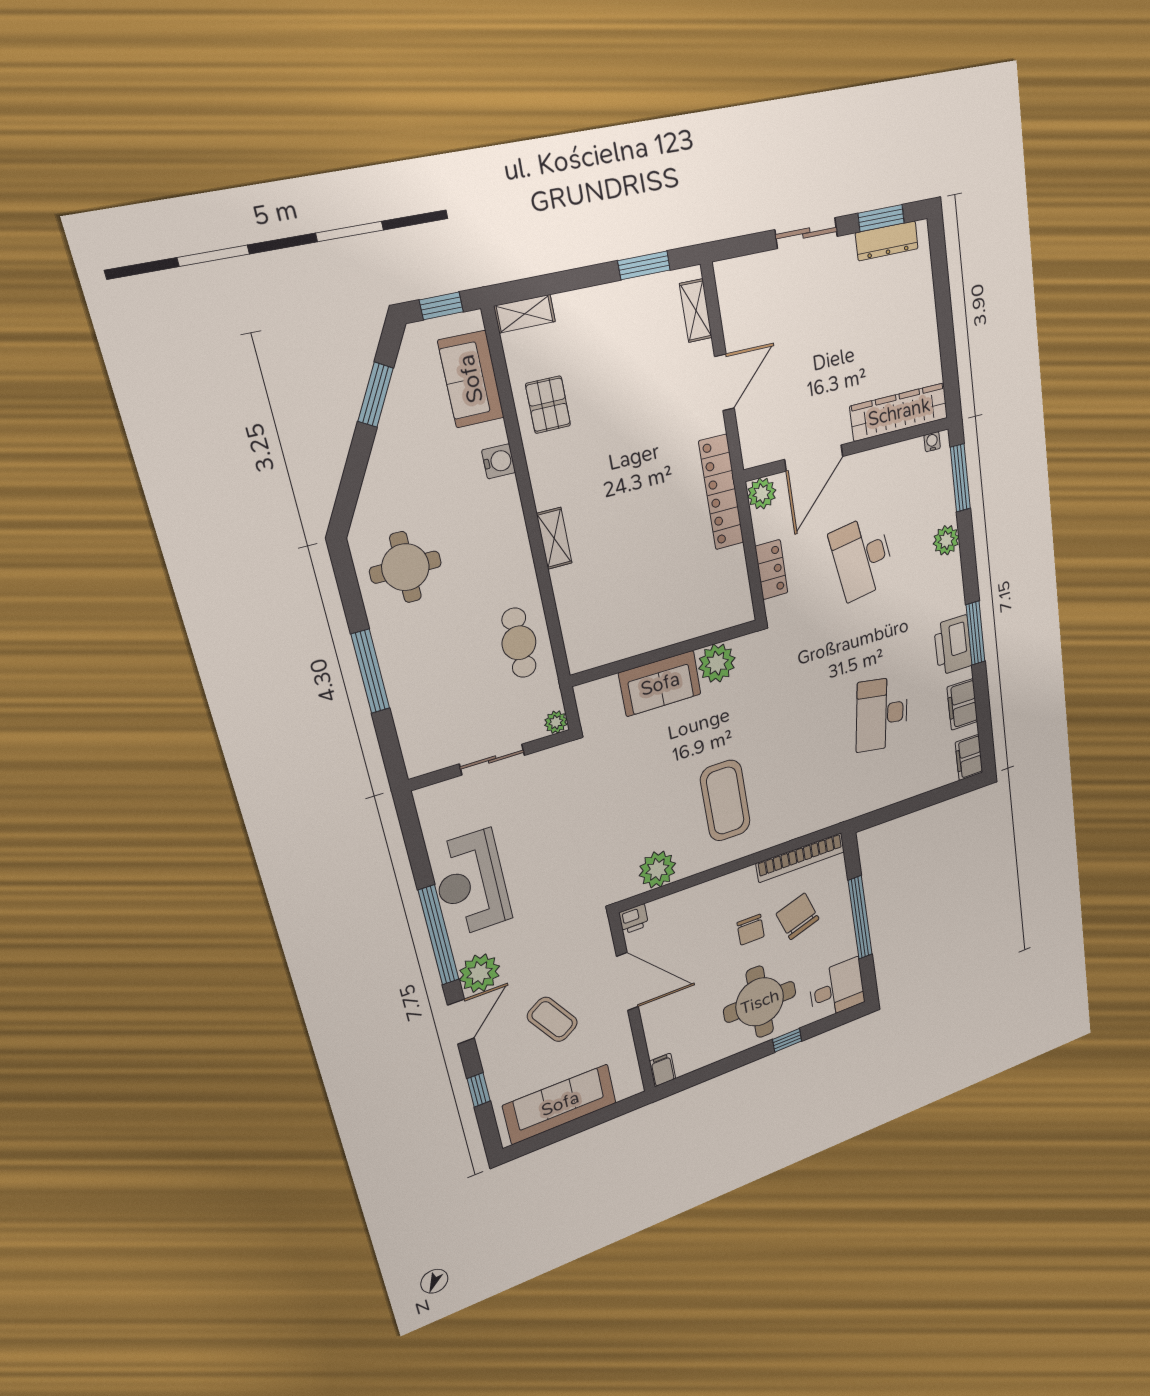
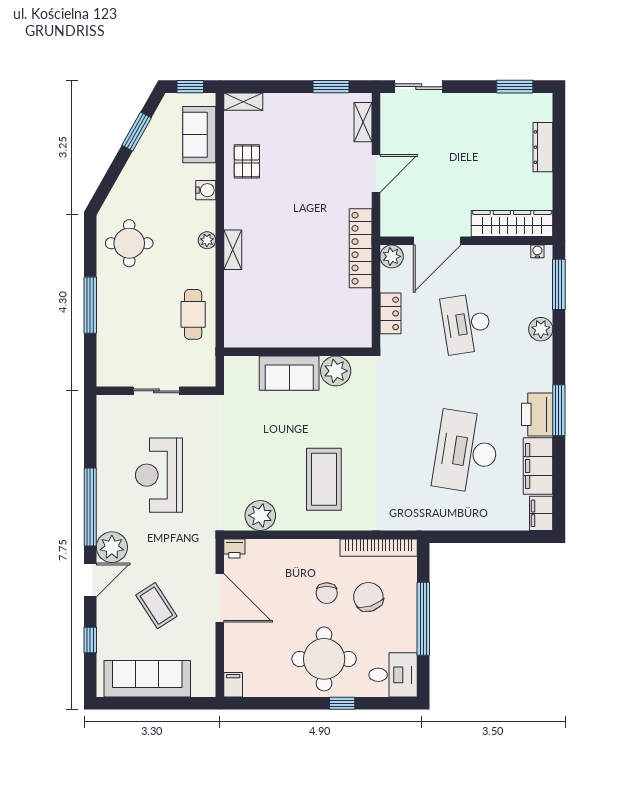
sliding door: (806, 233) -> (419, 87), moved
dresser: (887, 241) -> (543, 147), moved, turned 90
filing cabinet: (962, 704) -> (538, 466), width x1.50, depth x1.17
desk: (882, 714) -> (466, 452), width x1.36, depth x1.30
plant: (556, 722) -> (207, 240), moved
reception desk: (471, 883) -> (159, 475), moved

